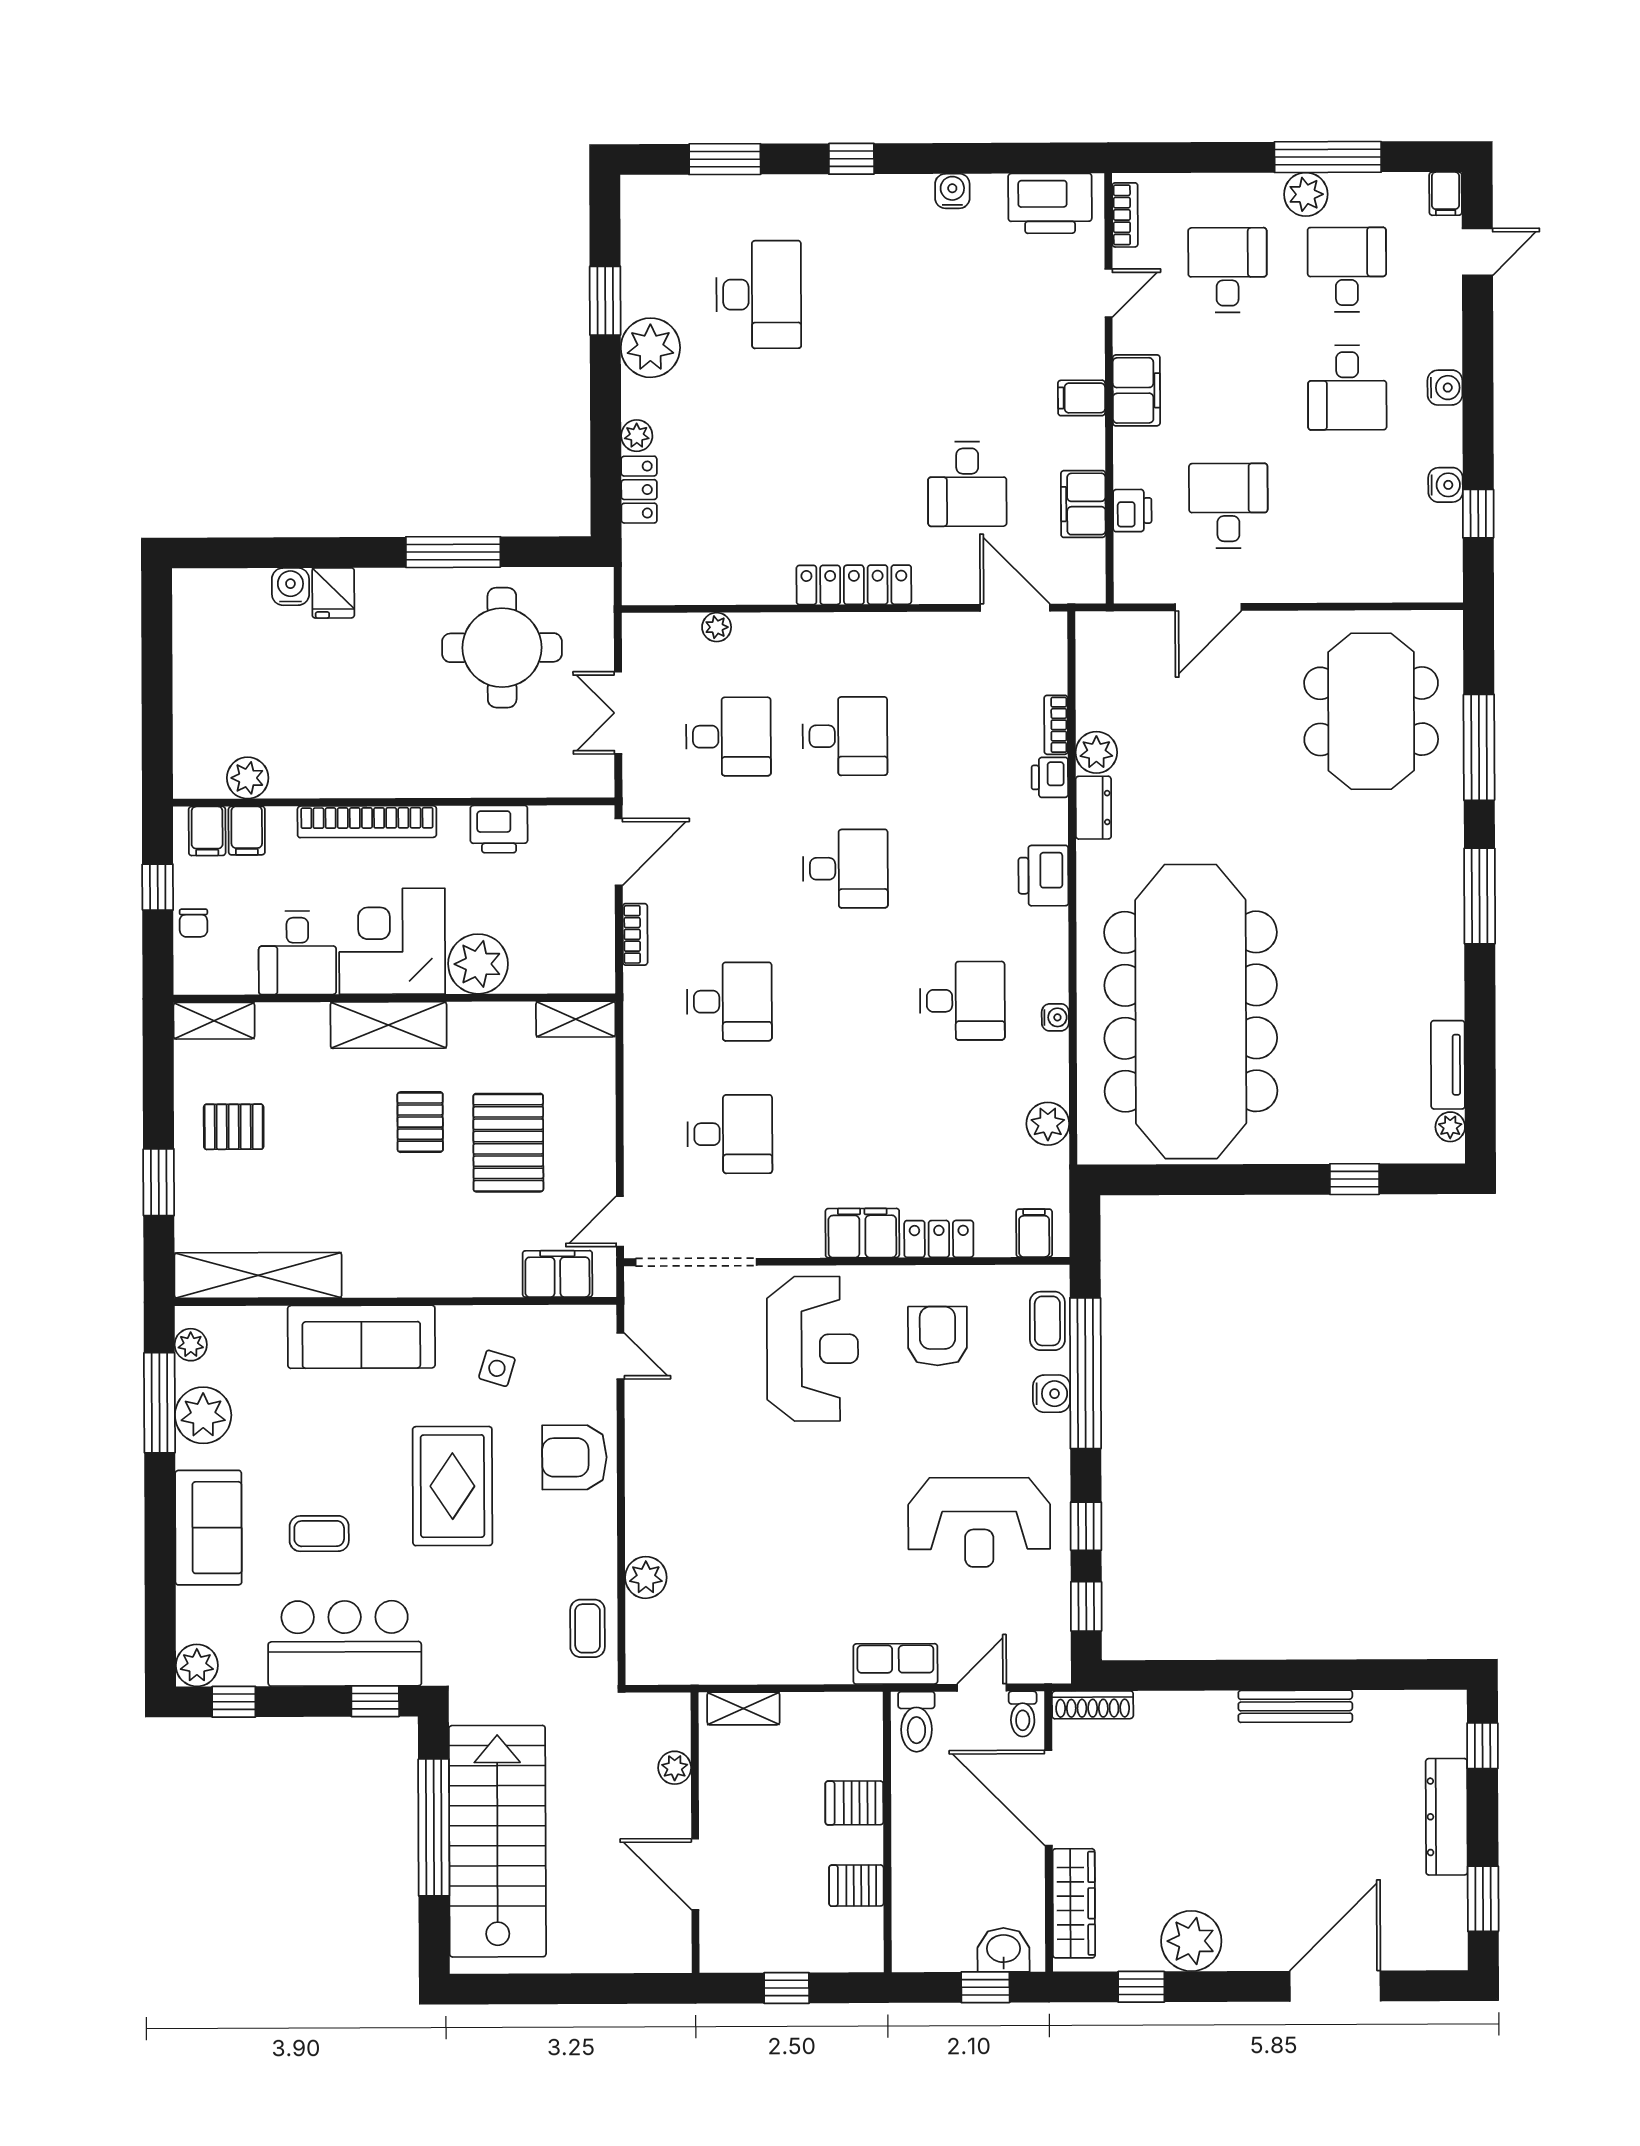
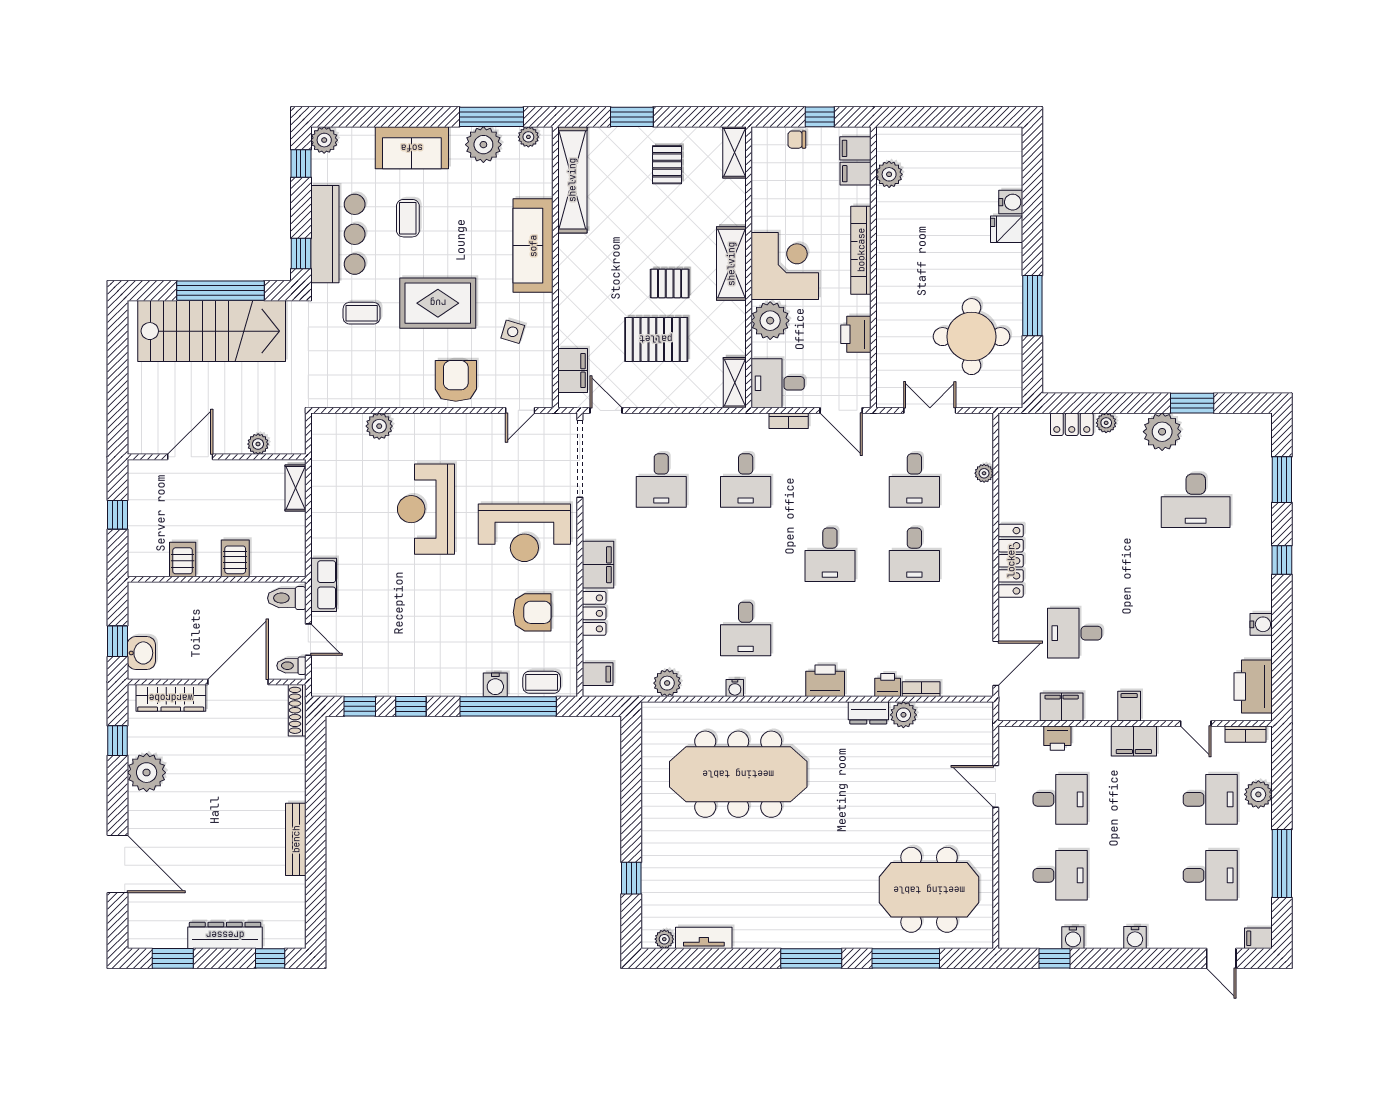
plant: (1306, 194) -> (1258, 794), moved
desk: (1347, 388) -> (1060, 875), moved, turned 180
desk: (297, 953) -> (778, 383), moved
meeting table: (1191, 1012) -> (738, 774), width x0.73, depth x0.79
reception desk: (979, 1522) -> (426, 509), moved
coffee table: (588, 1628) -> (362, 313), moved

